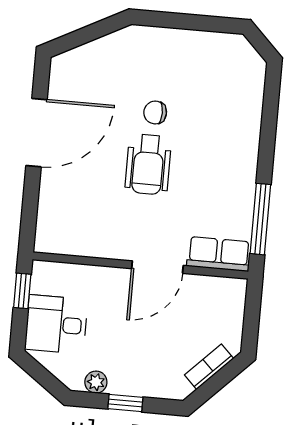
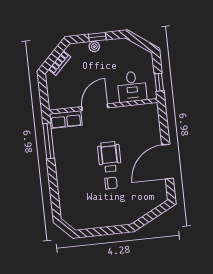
desk: (56, 324) -> (132, 87), moved, turned 90
plant: (96, 382) -> (94, 47), moved

